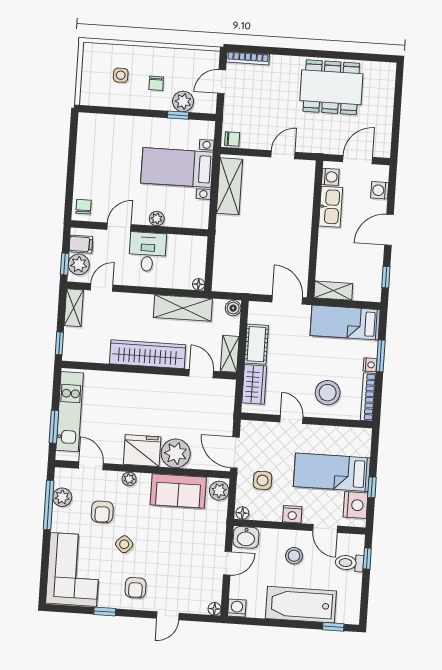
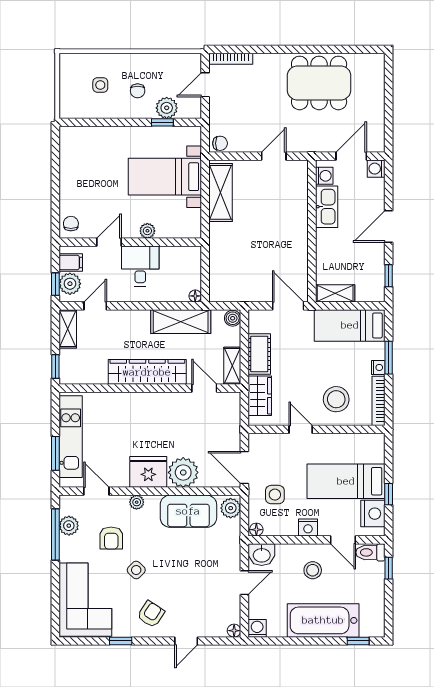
washing machine: (380, 190) -> (376, 169), moved
toilet: (349, 563) -> (370, 552), moved
armchair: (136, 588) -> (151, 614), turned -147

